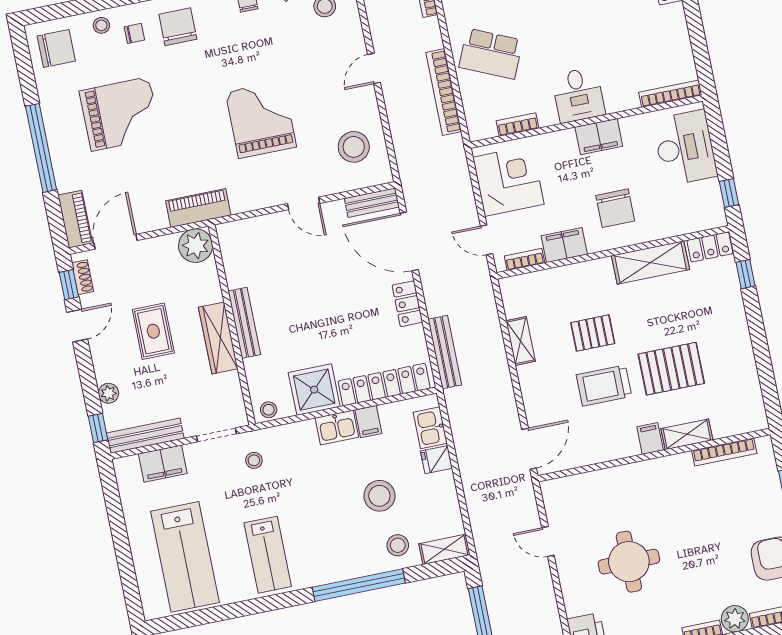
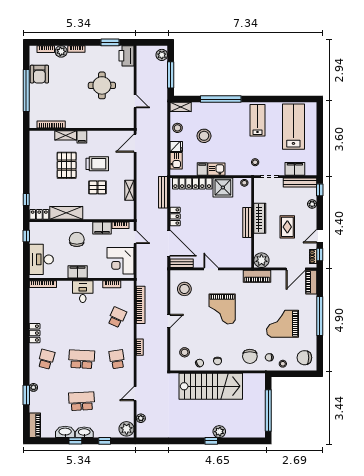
school desk: (491, 54) -> (117, 317), width x0.54
pallet: (671, 369) -> (67, 165), turned 90
stool: (398, 545) -> (177, 128), moved

